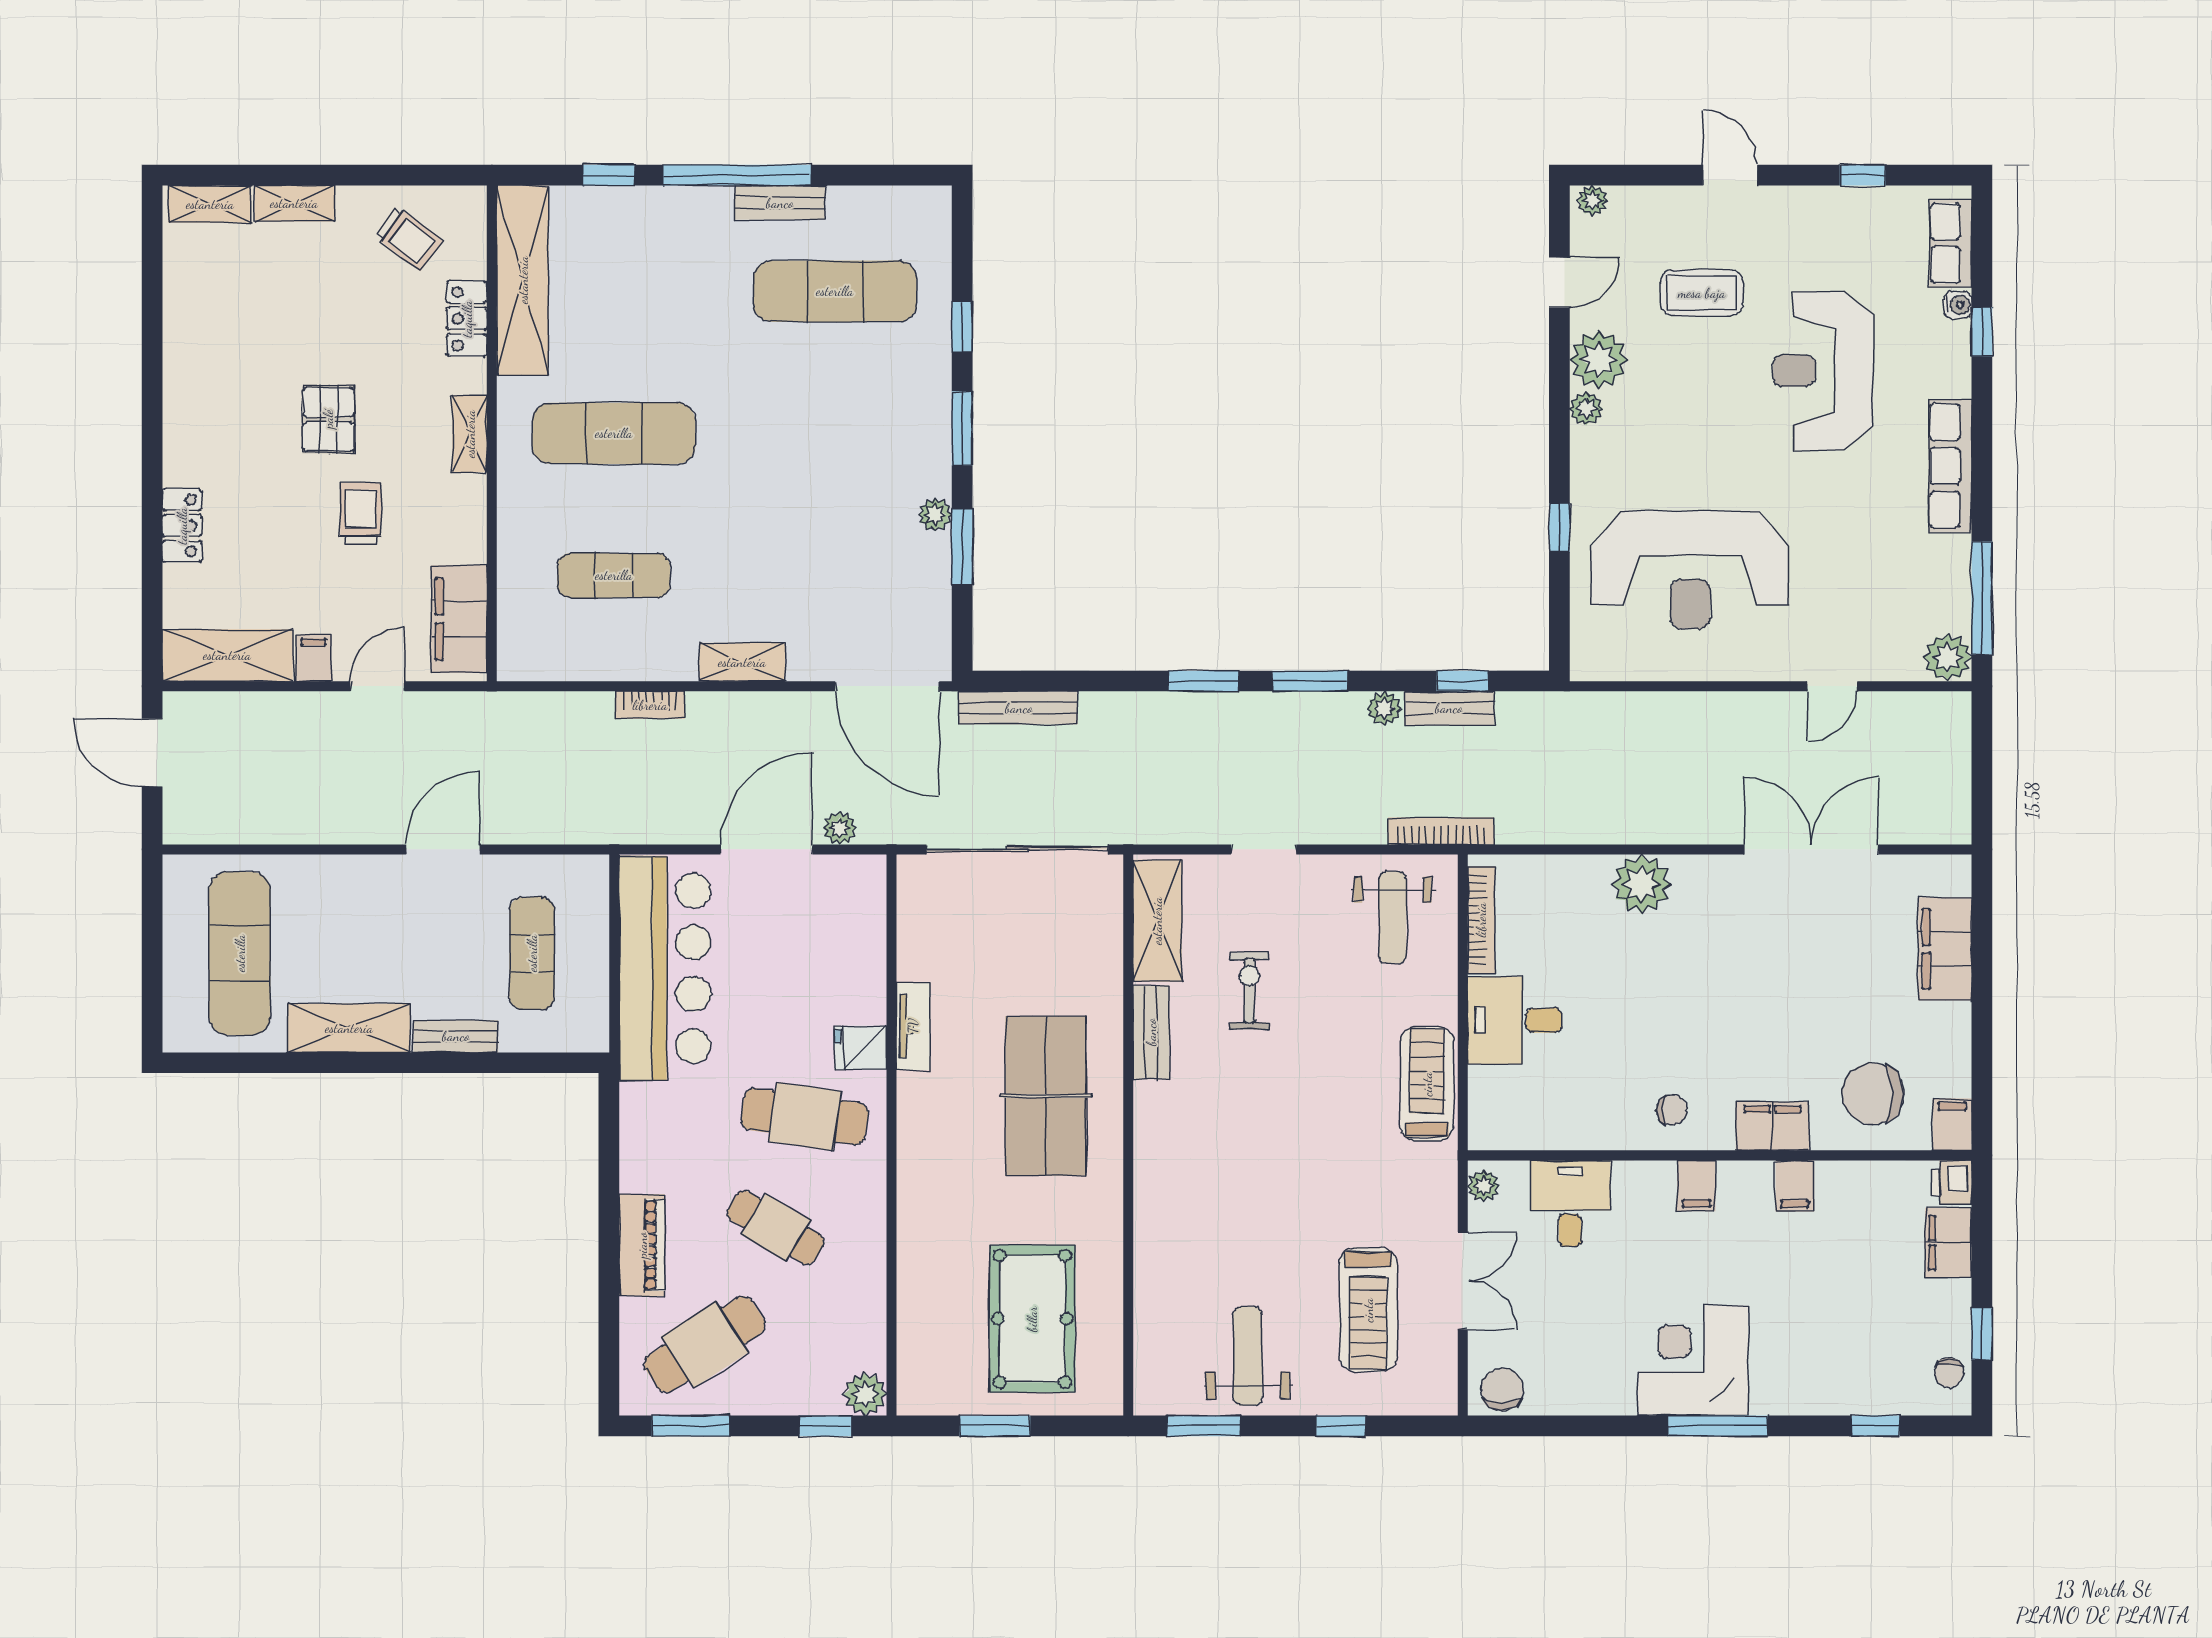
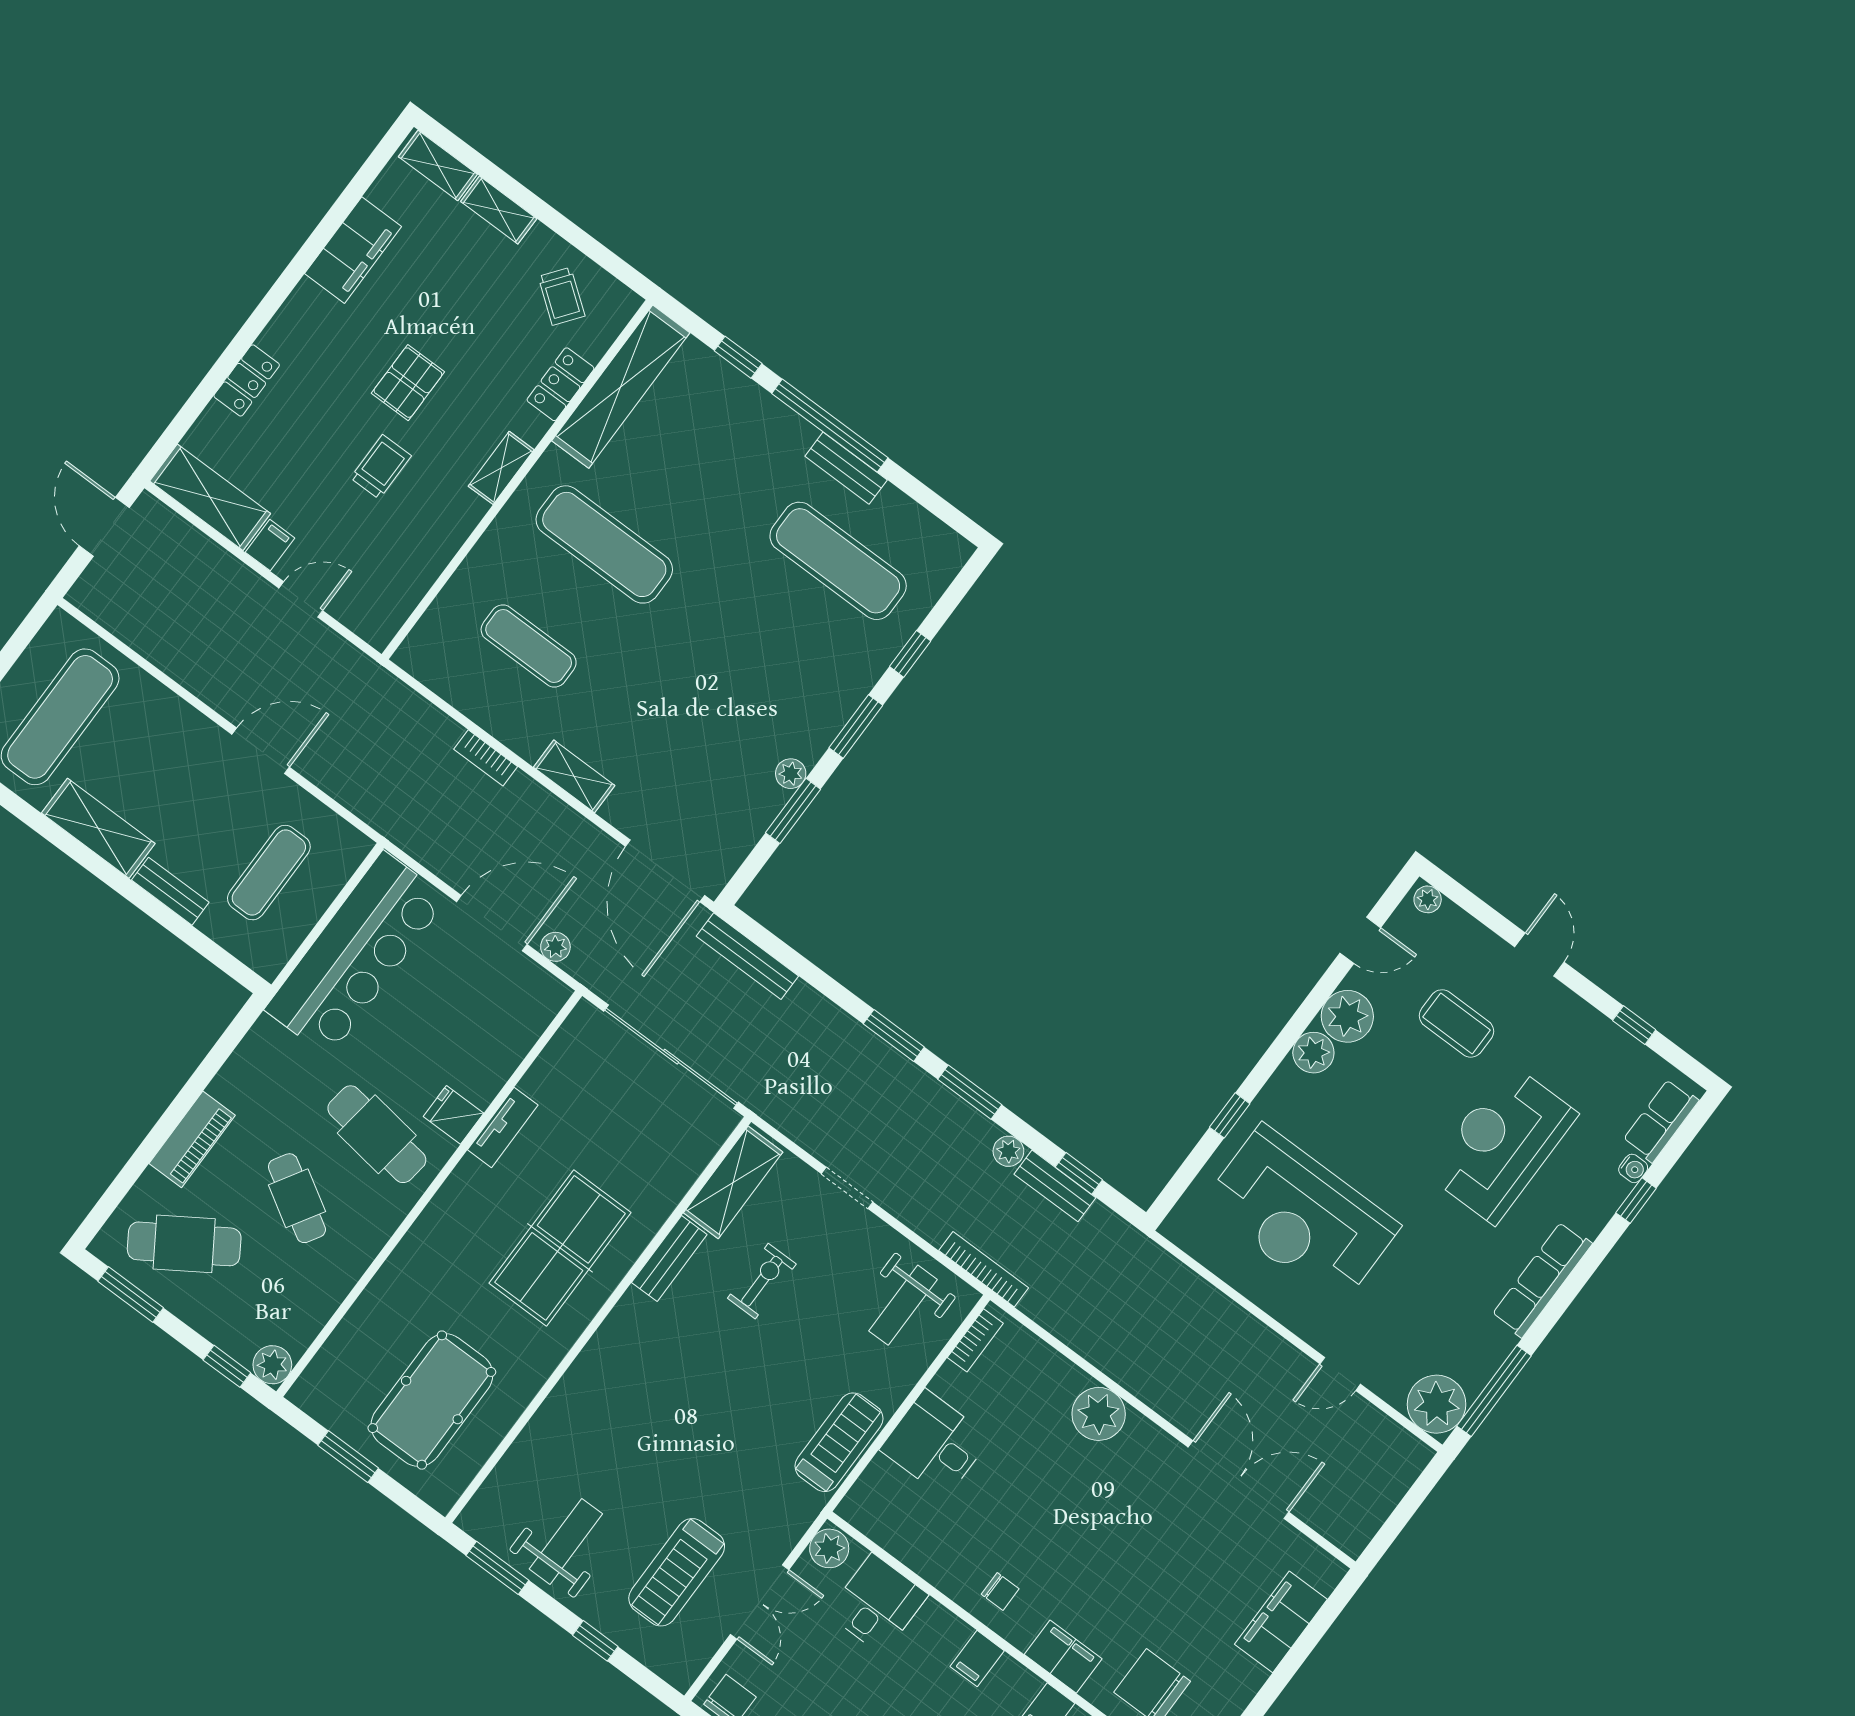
plant: (1586, 409) -> (1313, 1053), width x1.38, depth x1.38
filing cabinet: (459, 619) -> (353, 250), moved, turned 180
plant: (1948, 657) -> (1437, 1404), width x1.36, depth x1.36
bookcase: (1481, 920) -> (975, 1340), width x0.64
plant: (1483, 1186) -> (829, 1548), width x1.38, depth x1.38

